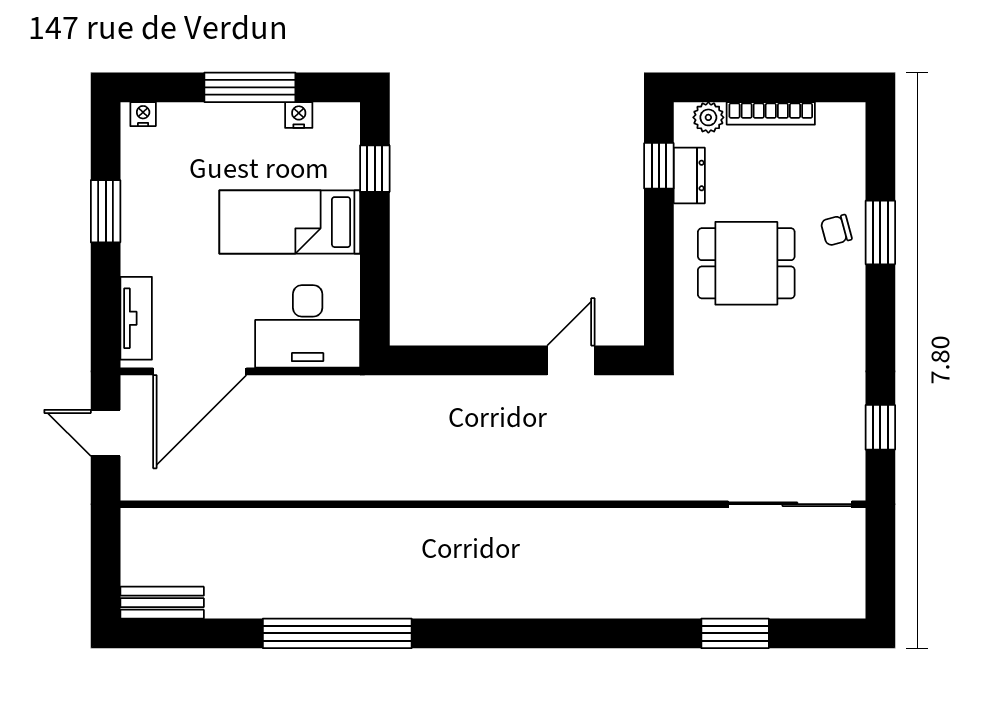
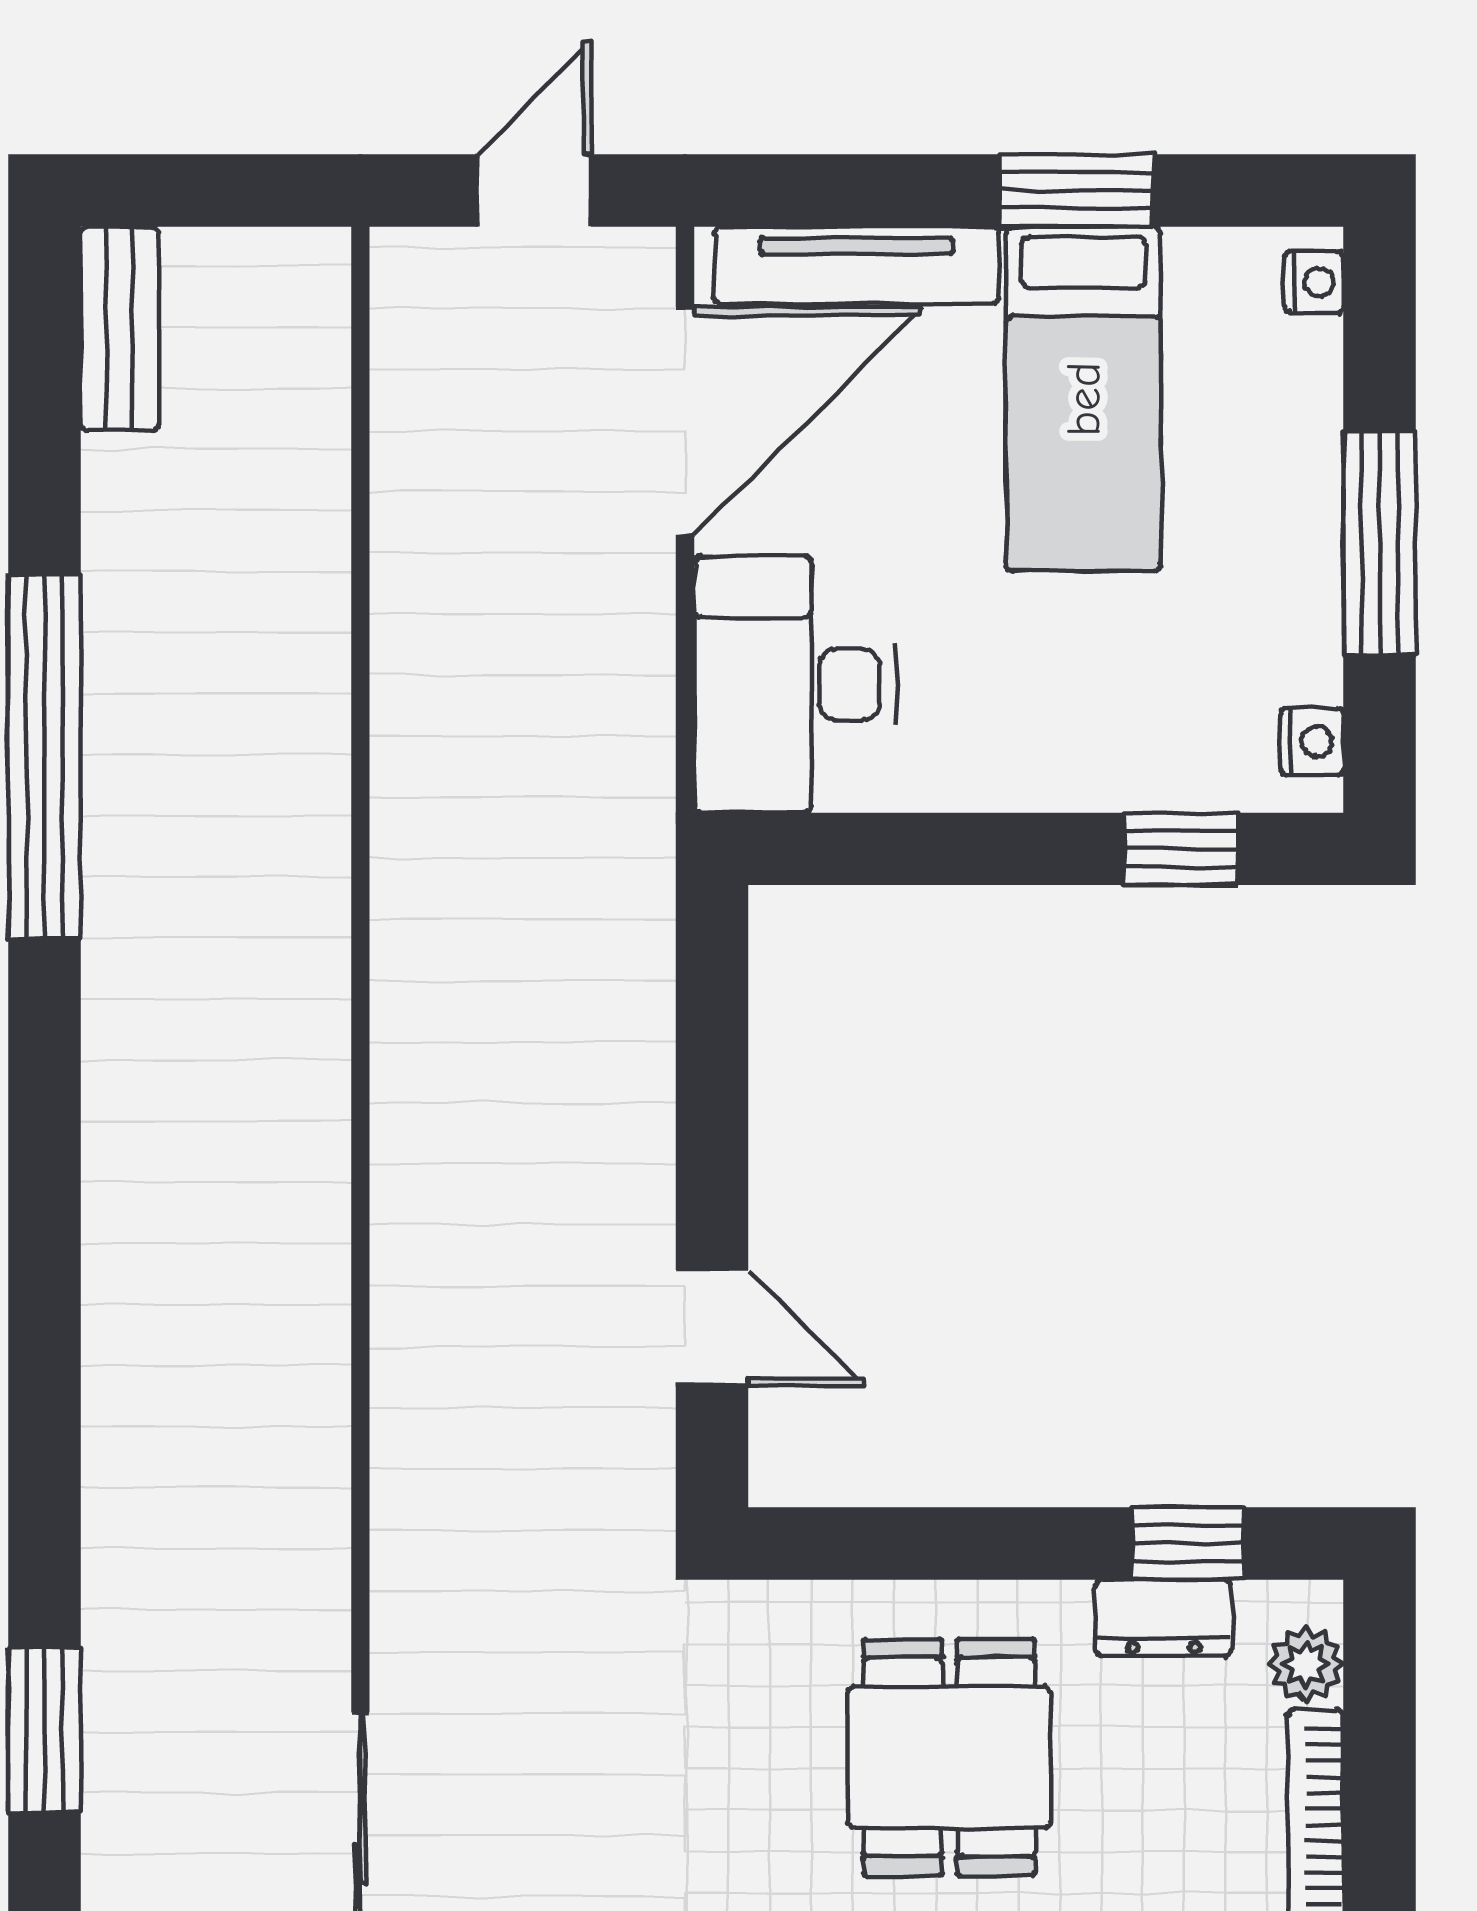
nightstand: (299, 115) -> (1312, 742), moved
bed: (290, 222) -> (1084, 399), moved, turned 180
tv unit: (136, 318) -> (856, 265), width x1.41
door: (200, 371) -> (685, 421), swing flipped

